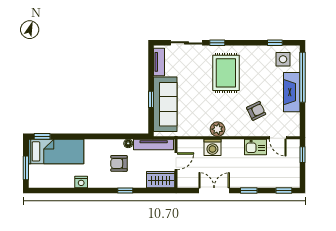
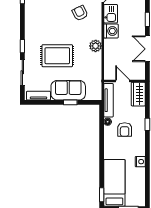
rug: (226, 73) -> (57, 56), moved
sofa: (165, 104) -> (68, 90), width x0.73
washing machine: (212, 147) -> (111, 31), moved

